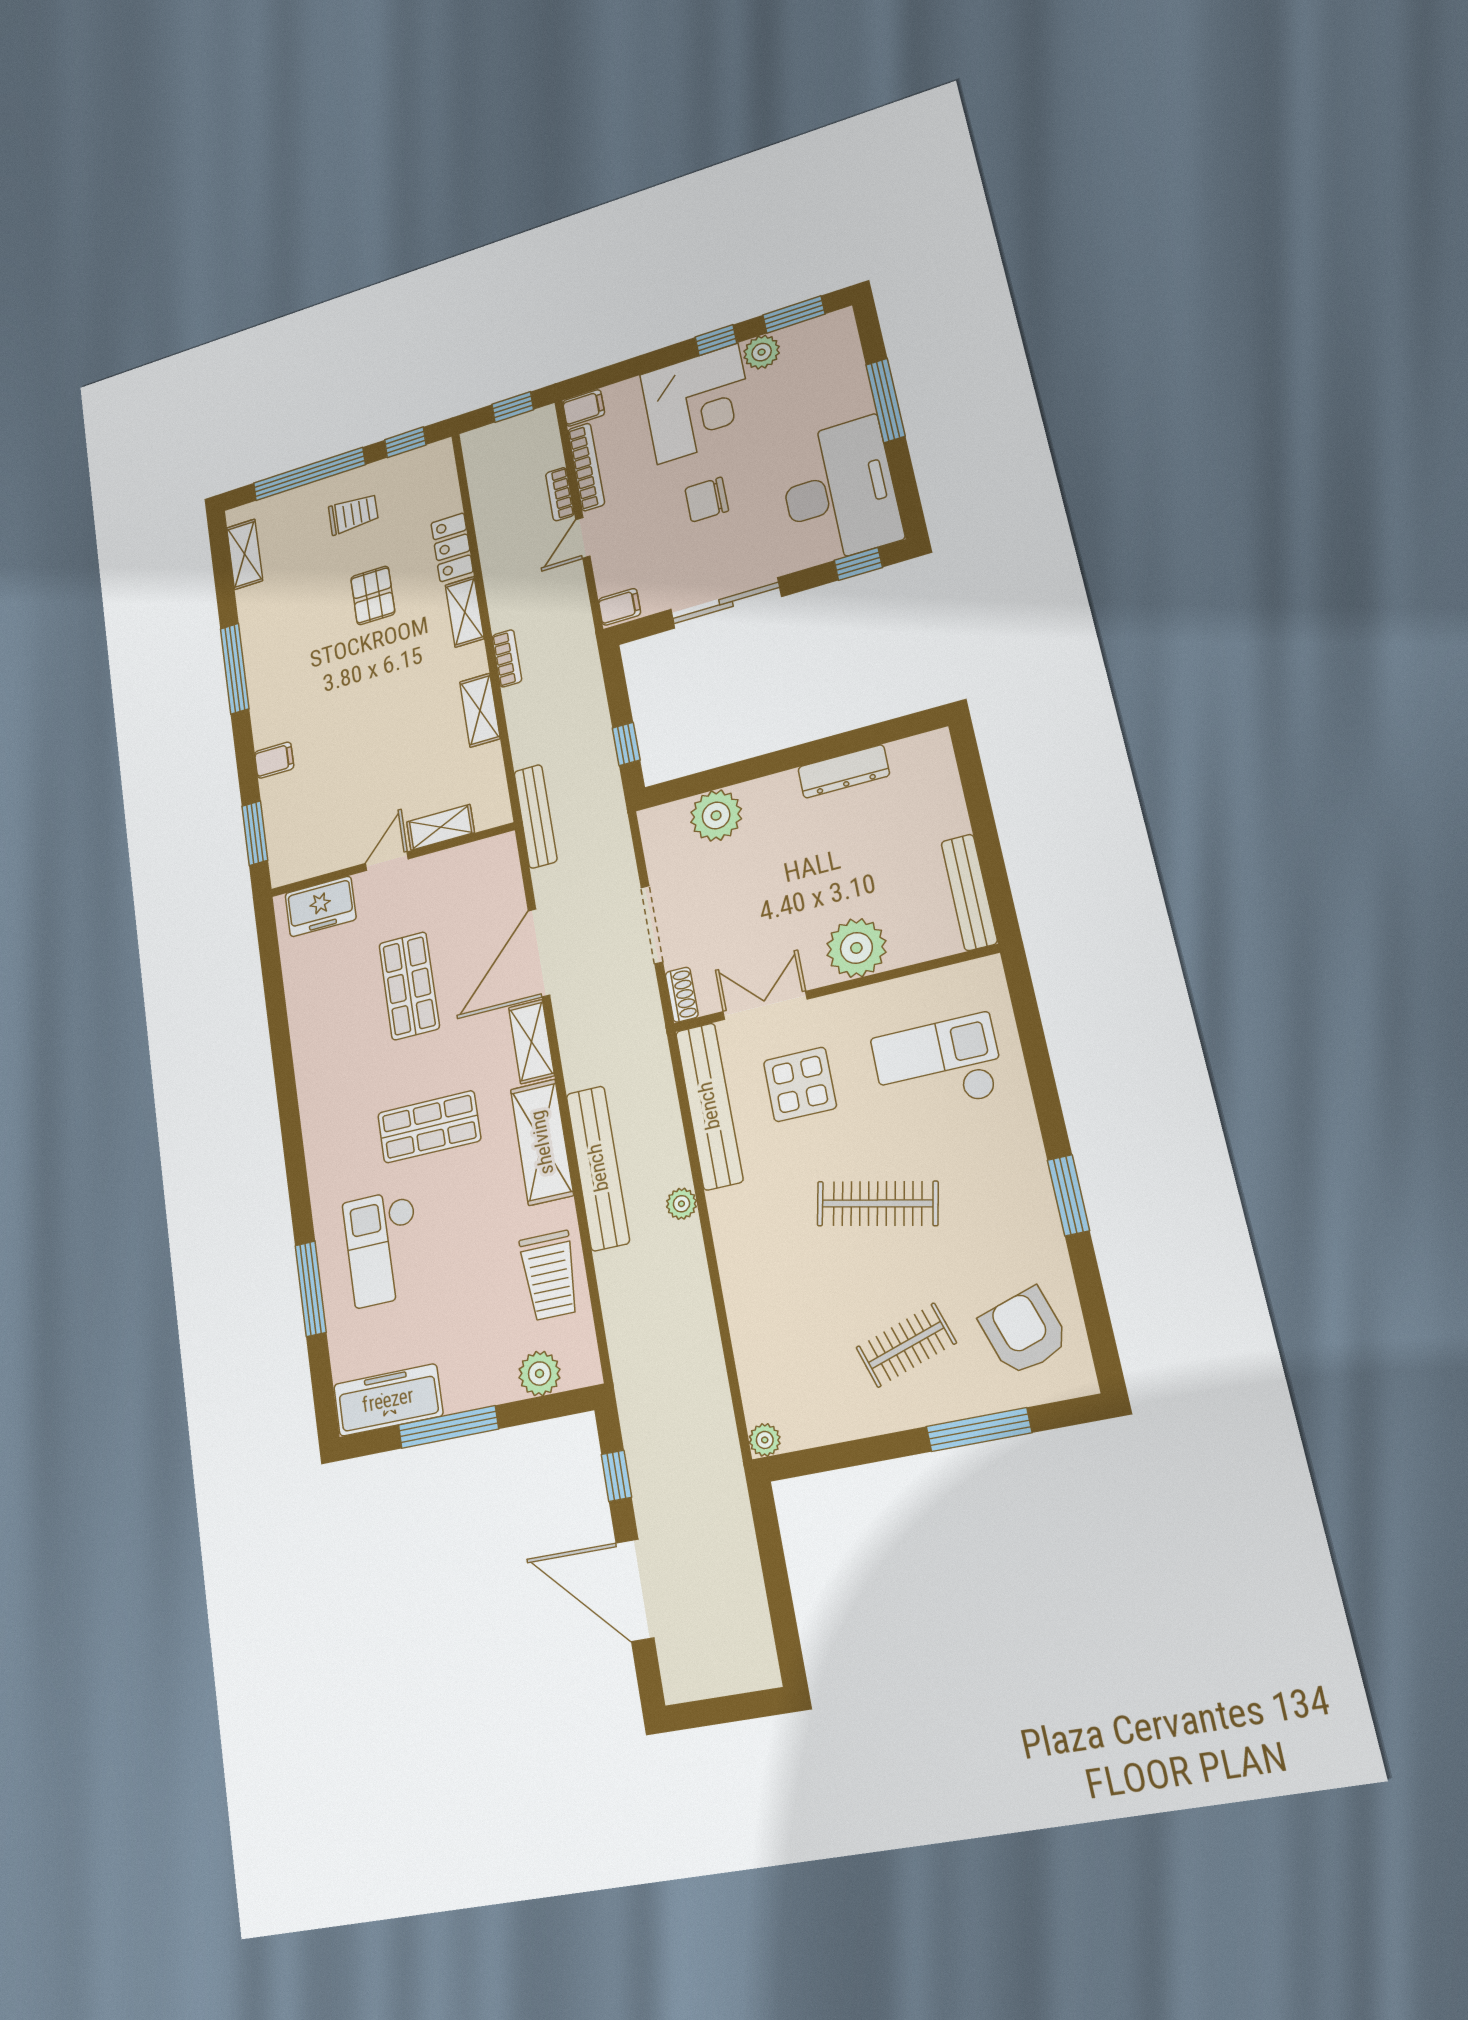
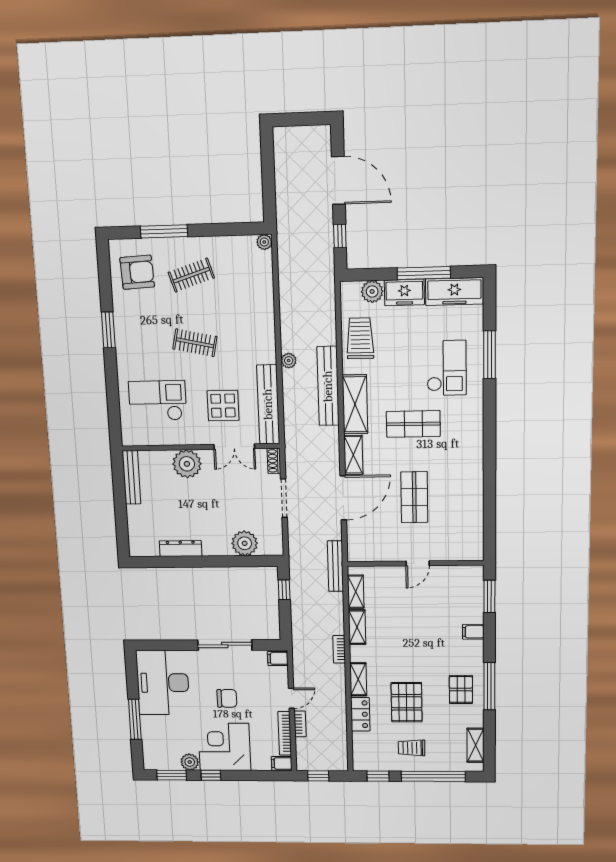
window: (858, 564) -> (159, 645), removed
pallet: (373, 595) -> (407, 702), width x1.50, depth x1.42
pallet: (282, 648) -> (461, 689), added
shelving: (440, 827) -> (356, 592), moved, turned 90
freezer: (321, 906) -> (404, 292), moved, turned 180
checkout: (938, 1066) -> (158, 401), turned 180
clothes rail: (877, 1203) -> (195, 343), width x0.73
armchair: (1024, 1332) -> (137, 272), turned -75

